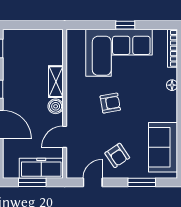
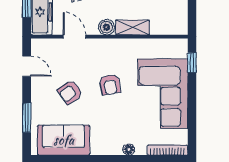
window: (125, 25) -> (192, 63), moved
armchair: (117, 155) -> (70, 92), moved

